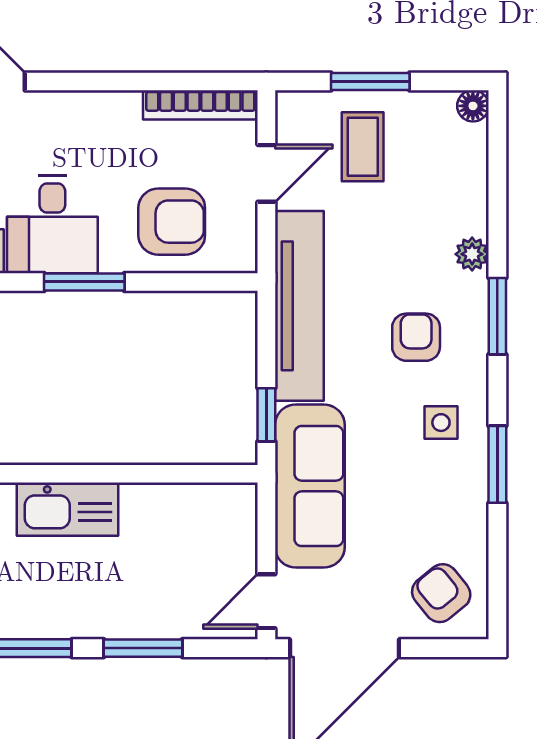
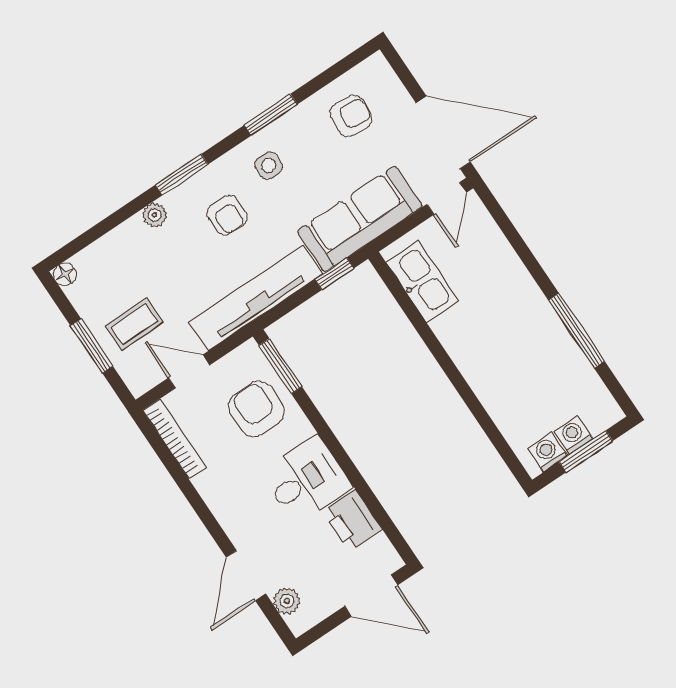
window: (84, 282) -> (280, 366), moved
armchair: (416, 337) -> (227, 215), turned -90
kitchen sink: (67, 509) -> (422, 281), moved
armchair: (441, 593) -> (351, 116), moved, turned -136
door: (266, 601) -> (447, 198), hinge flipped
window: (143, 648) -> (525, 254), removed

